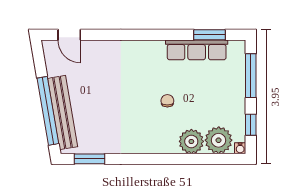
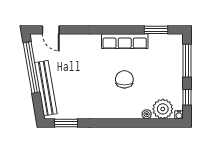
row of seats: (197, 50) -> (125, 41), moved
chair: (167, 101) -> (124, 79), width x1.87, depth x1.87
window: (48, 111) -> (31, 67), moved
plant: (191, 141) -> (147, 114), width x0.53, depth x0.53

